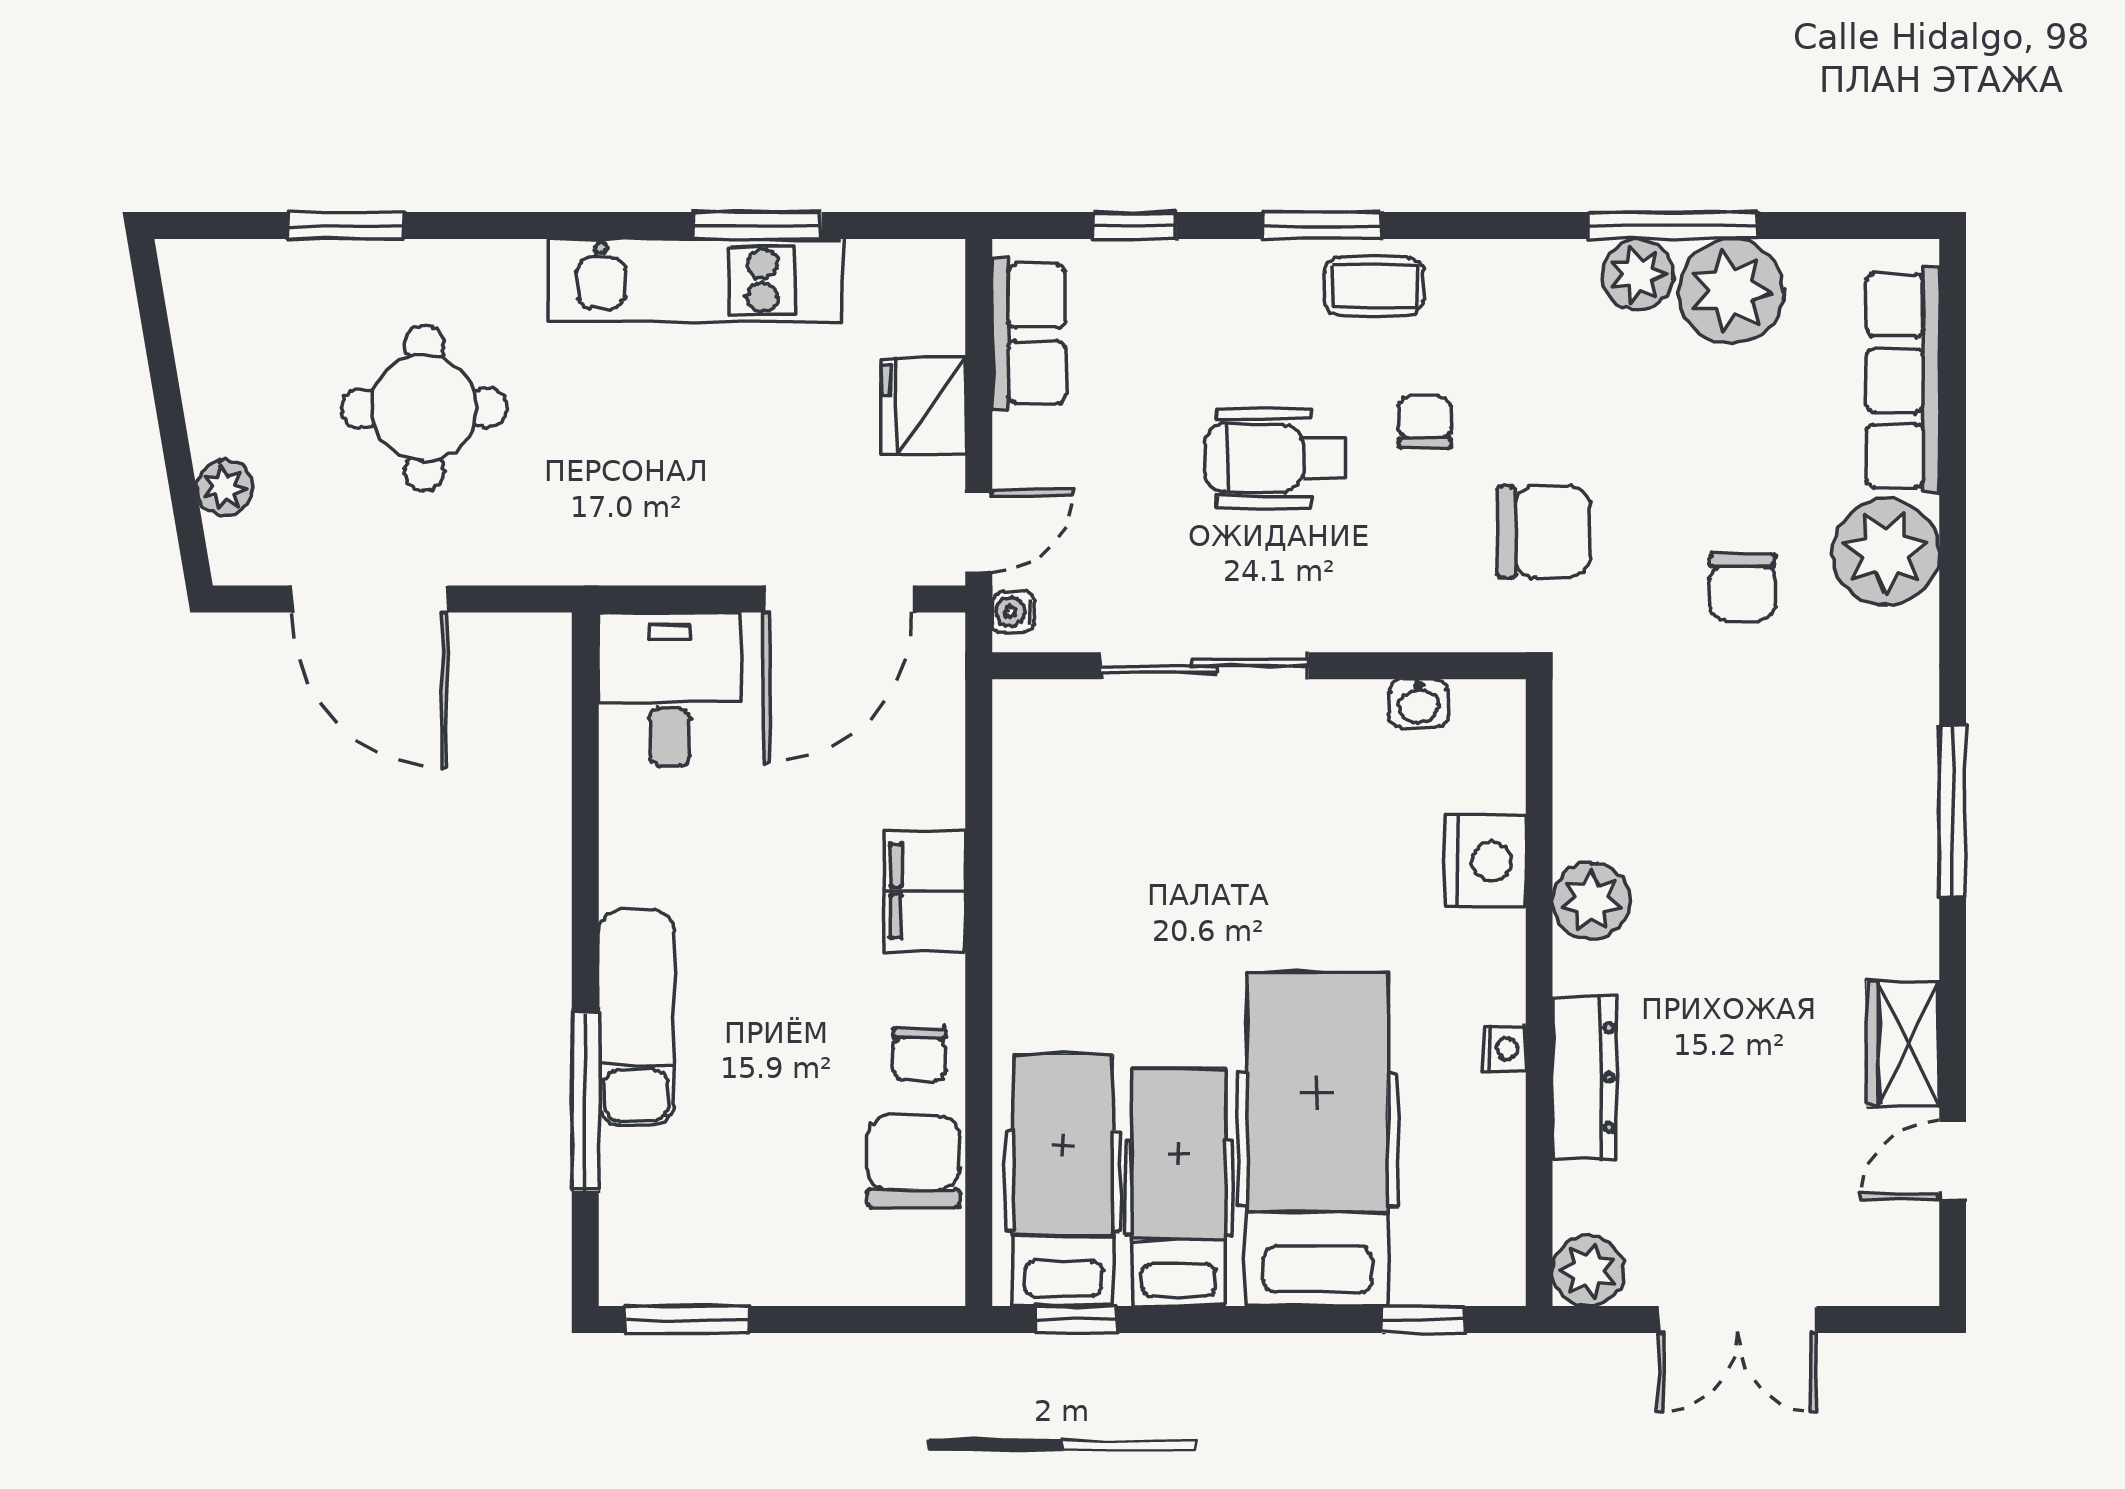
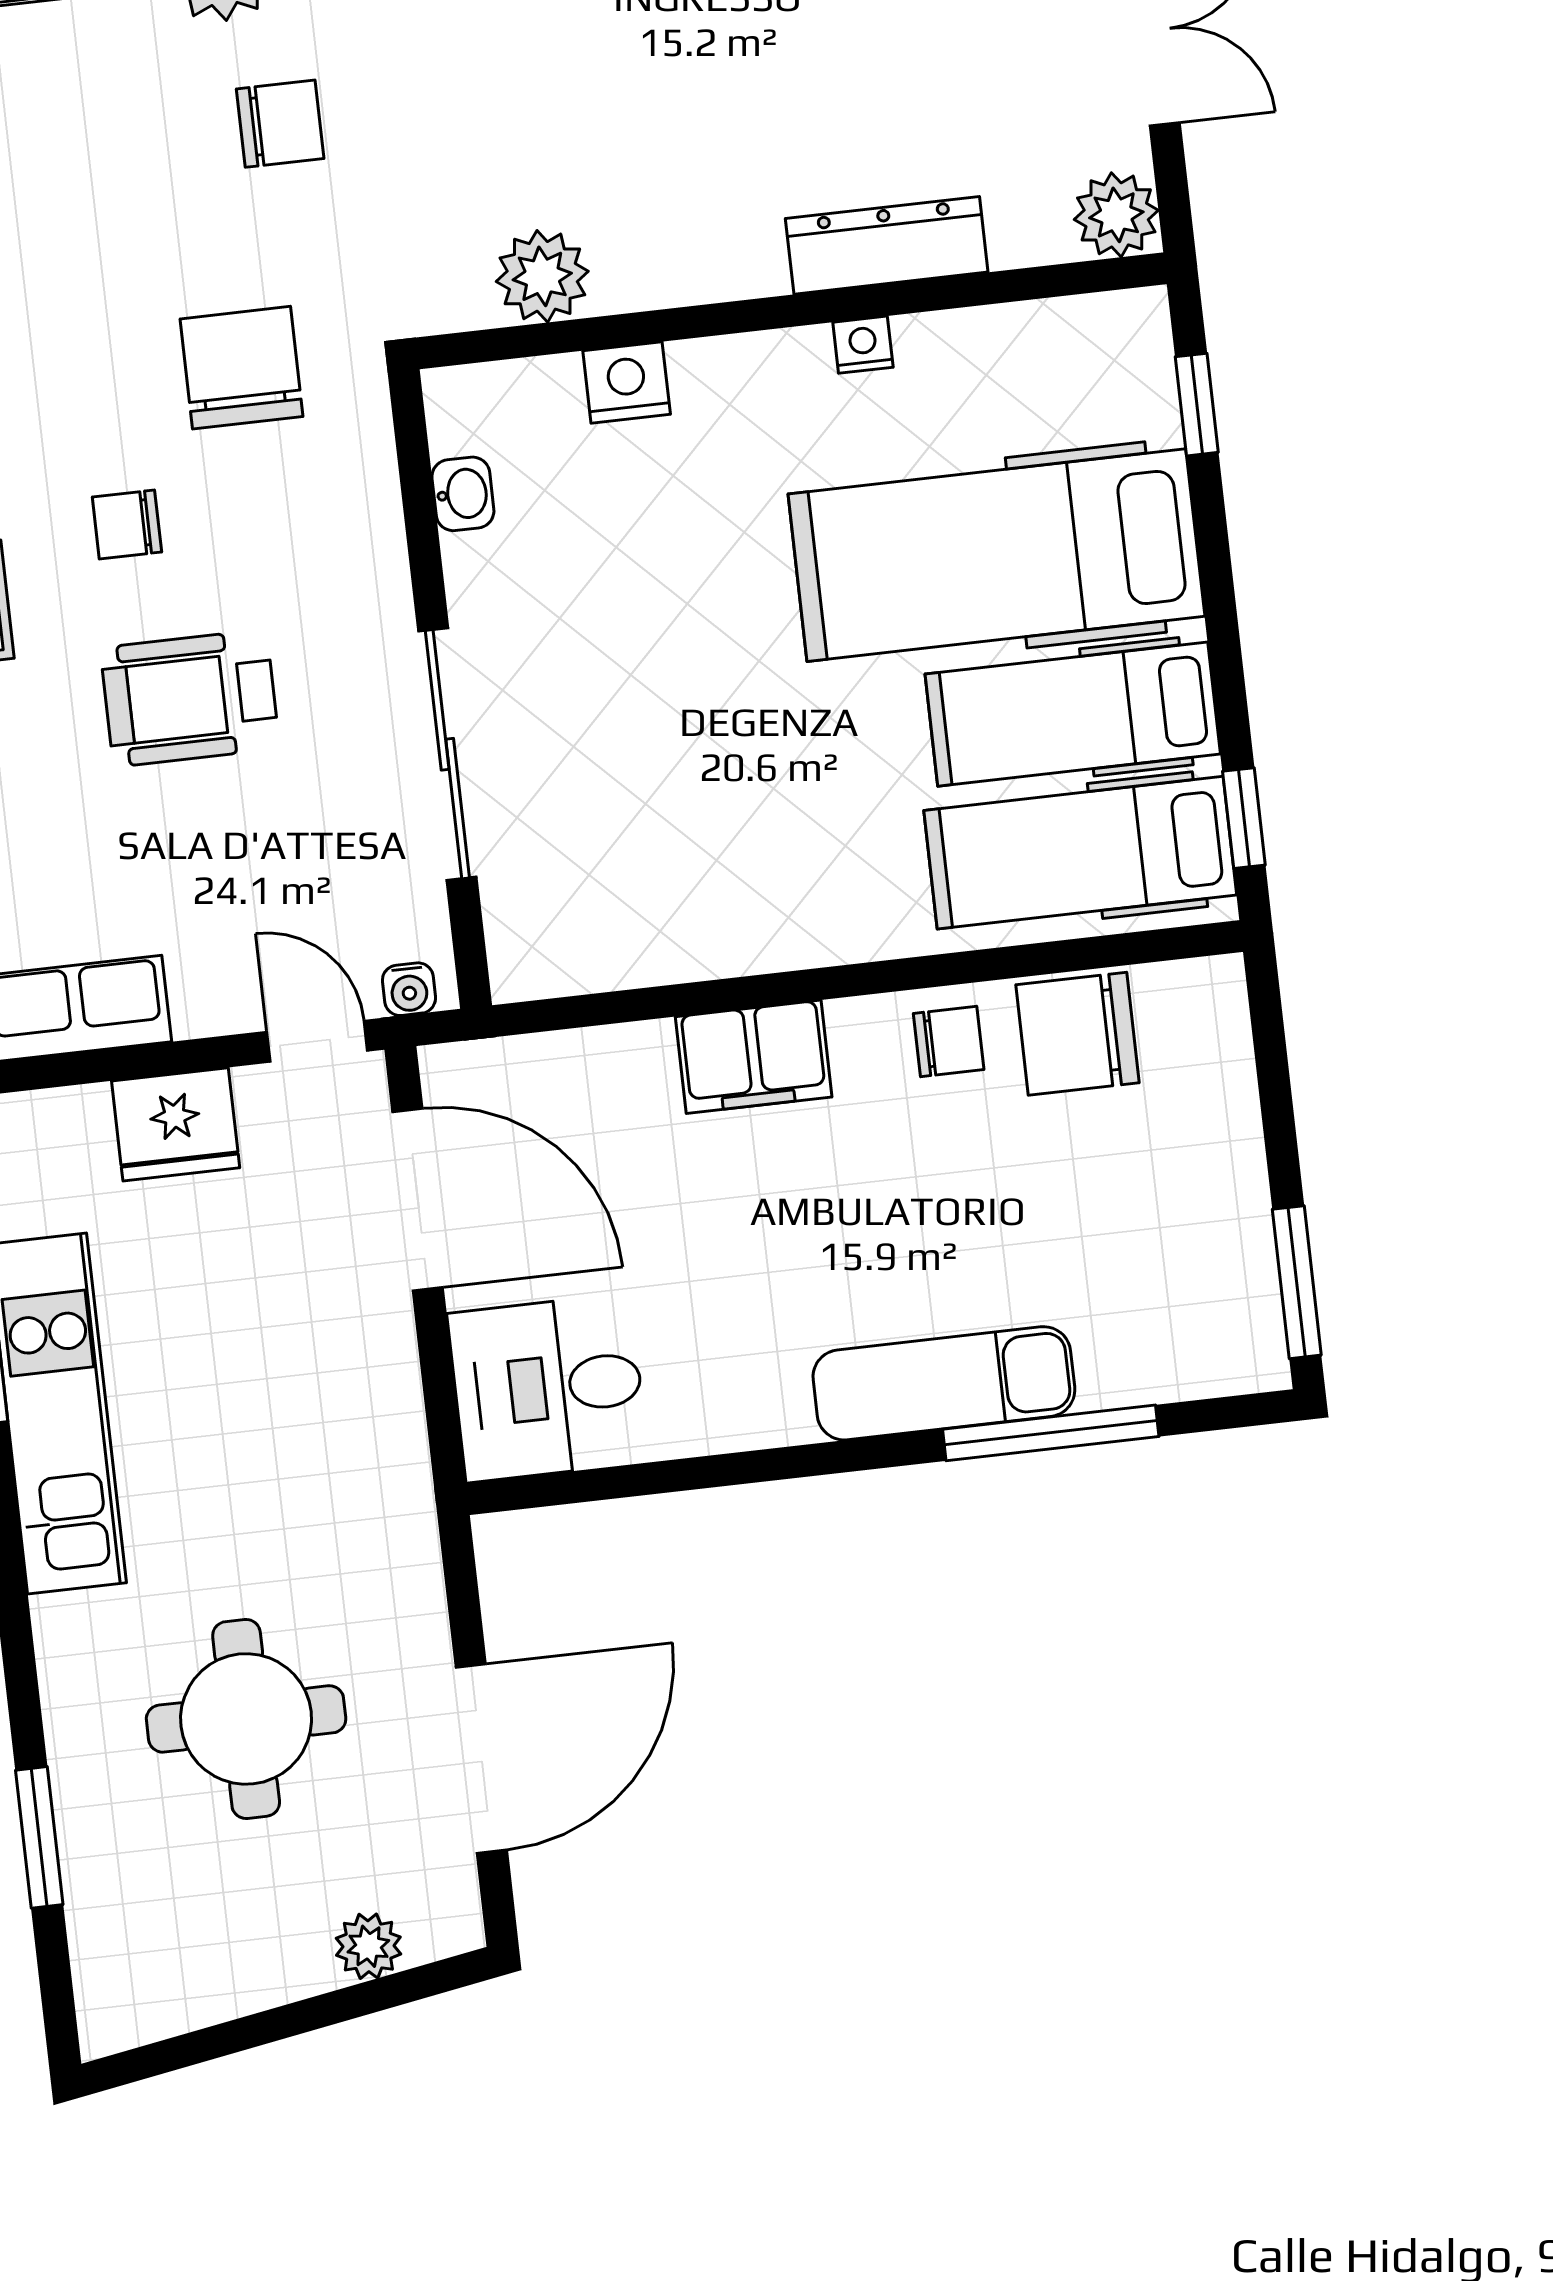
wheelchair: (1275, 458) -> (190, 698), turned 90
nightstand: (1485, 861) -> (627, 382), width x0.74, depth x0.75
plant: (1591, 901) -> (542, 276), moved

